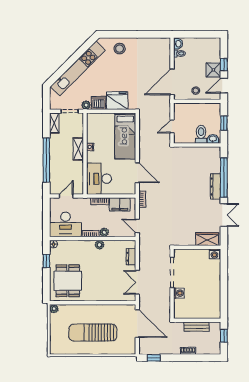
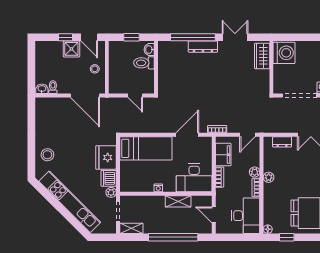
shelving: (78, 149) -> (178, 201), moved
washing machine: (214, 254) -> (284, 53), width x1.89, depth x1.89

